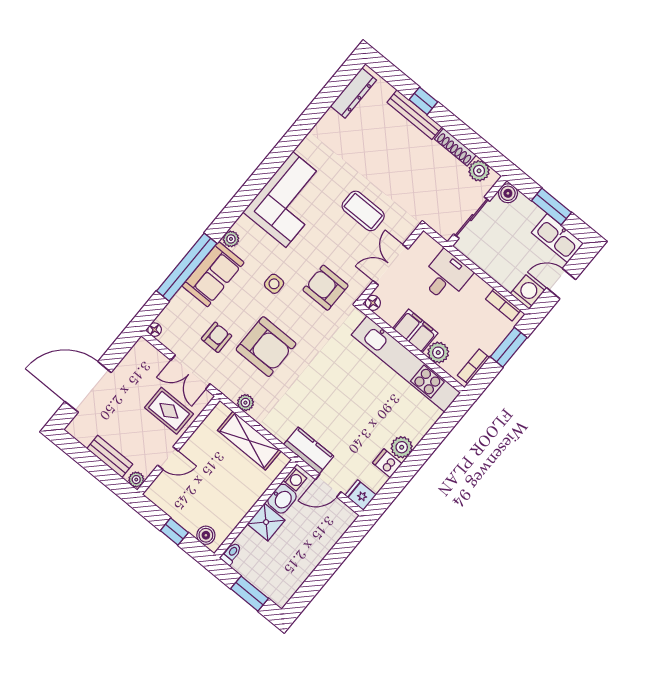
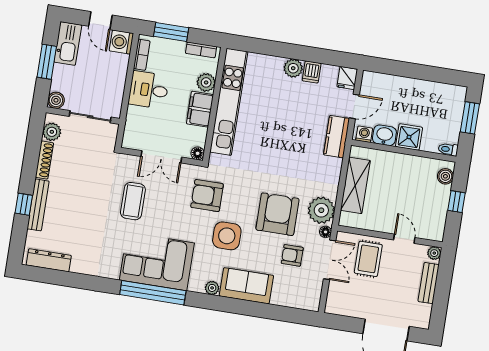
window: (187, 267) -> (153, 293), moved
desk: (446, 276) -> (149, 90), moved
side table: (274, 284) -> (227, 236), width x1.87, depth x1.87
armchair: (325, 288) -> (207, 196), turned 90
floor lamp: (155, 330) -> (326, 232), moved
plant: (245, 403) -> (321, 210), width x1.88, depth x1.88
door: (328, 486) -> (354, 106), hinge flipped

